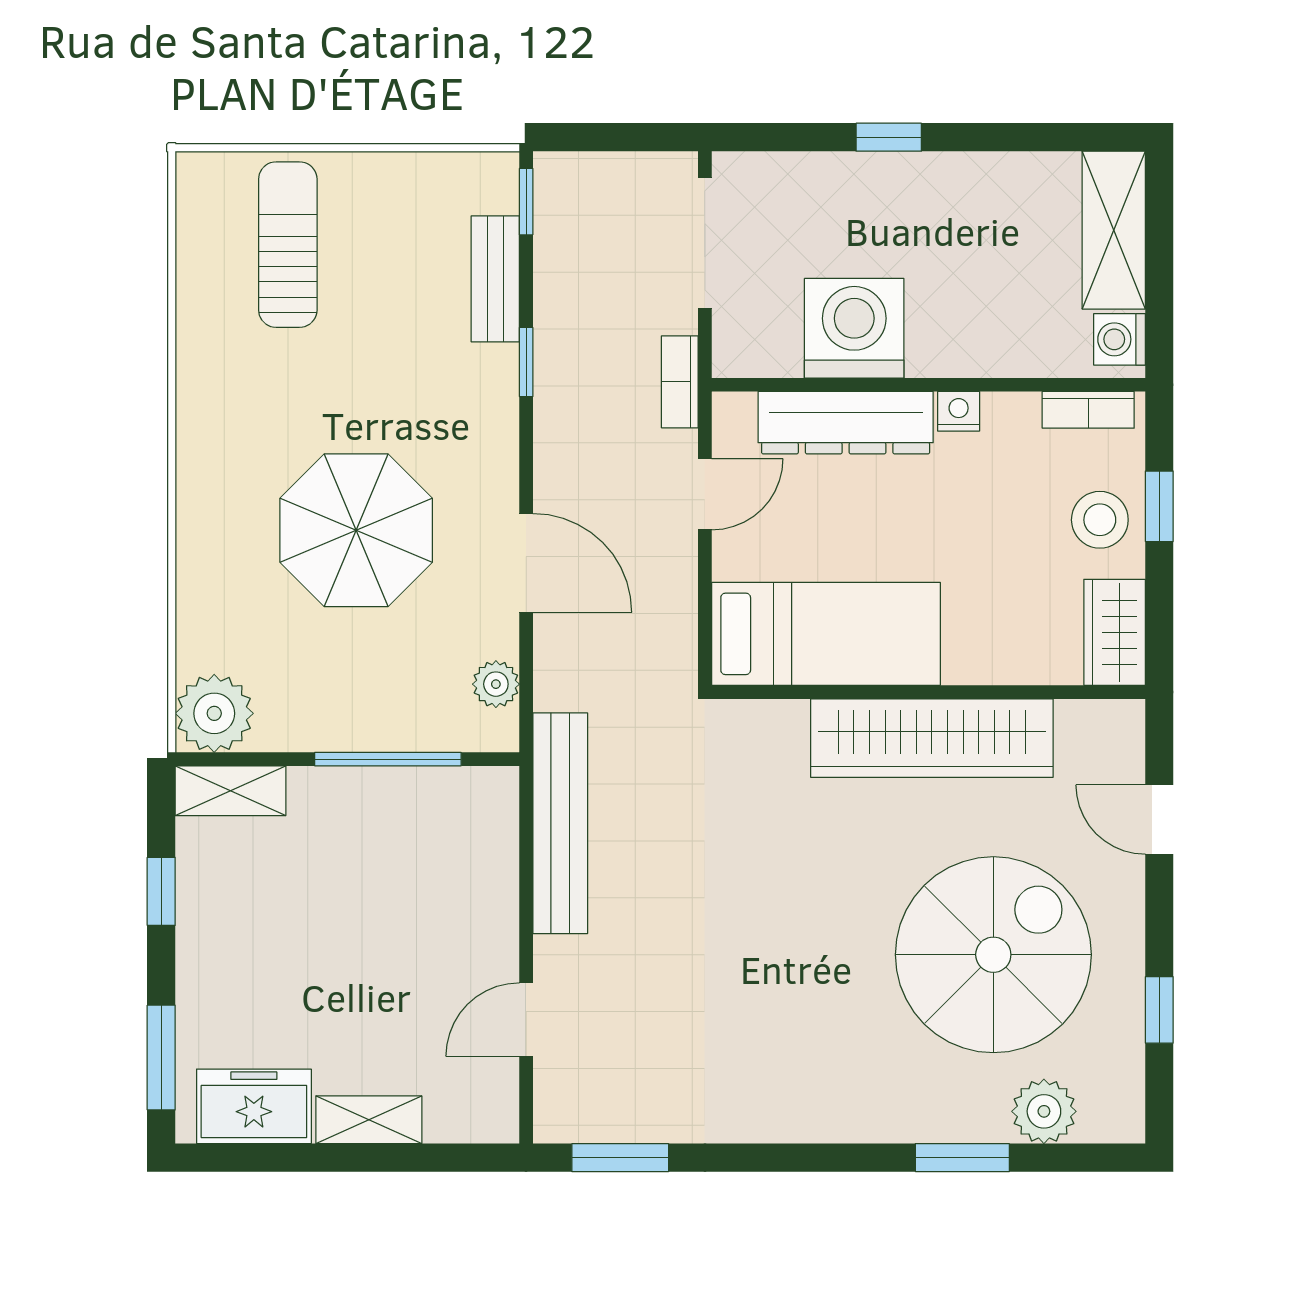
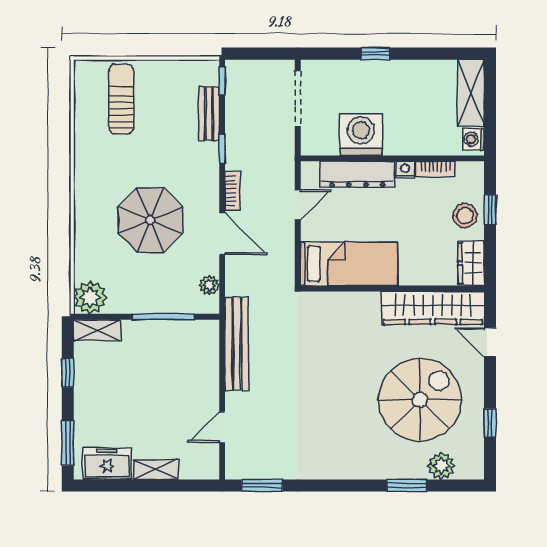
bookcase: (680, 382) -> (233, 191), moved, turned 180
bookcase: (1088, 410) -> (435, 169), moved
wardrobe: (932, 738) -> (433, 308), moved

